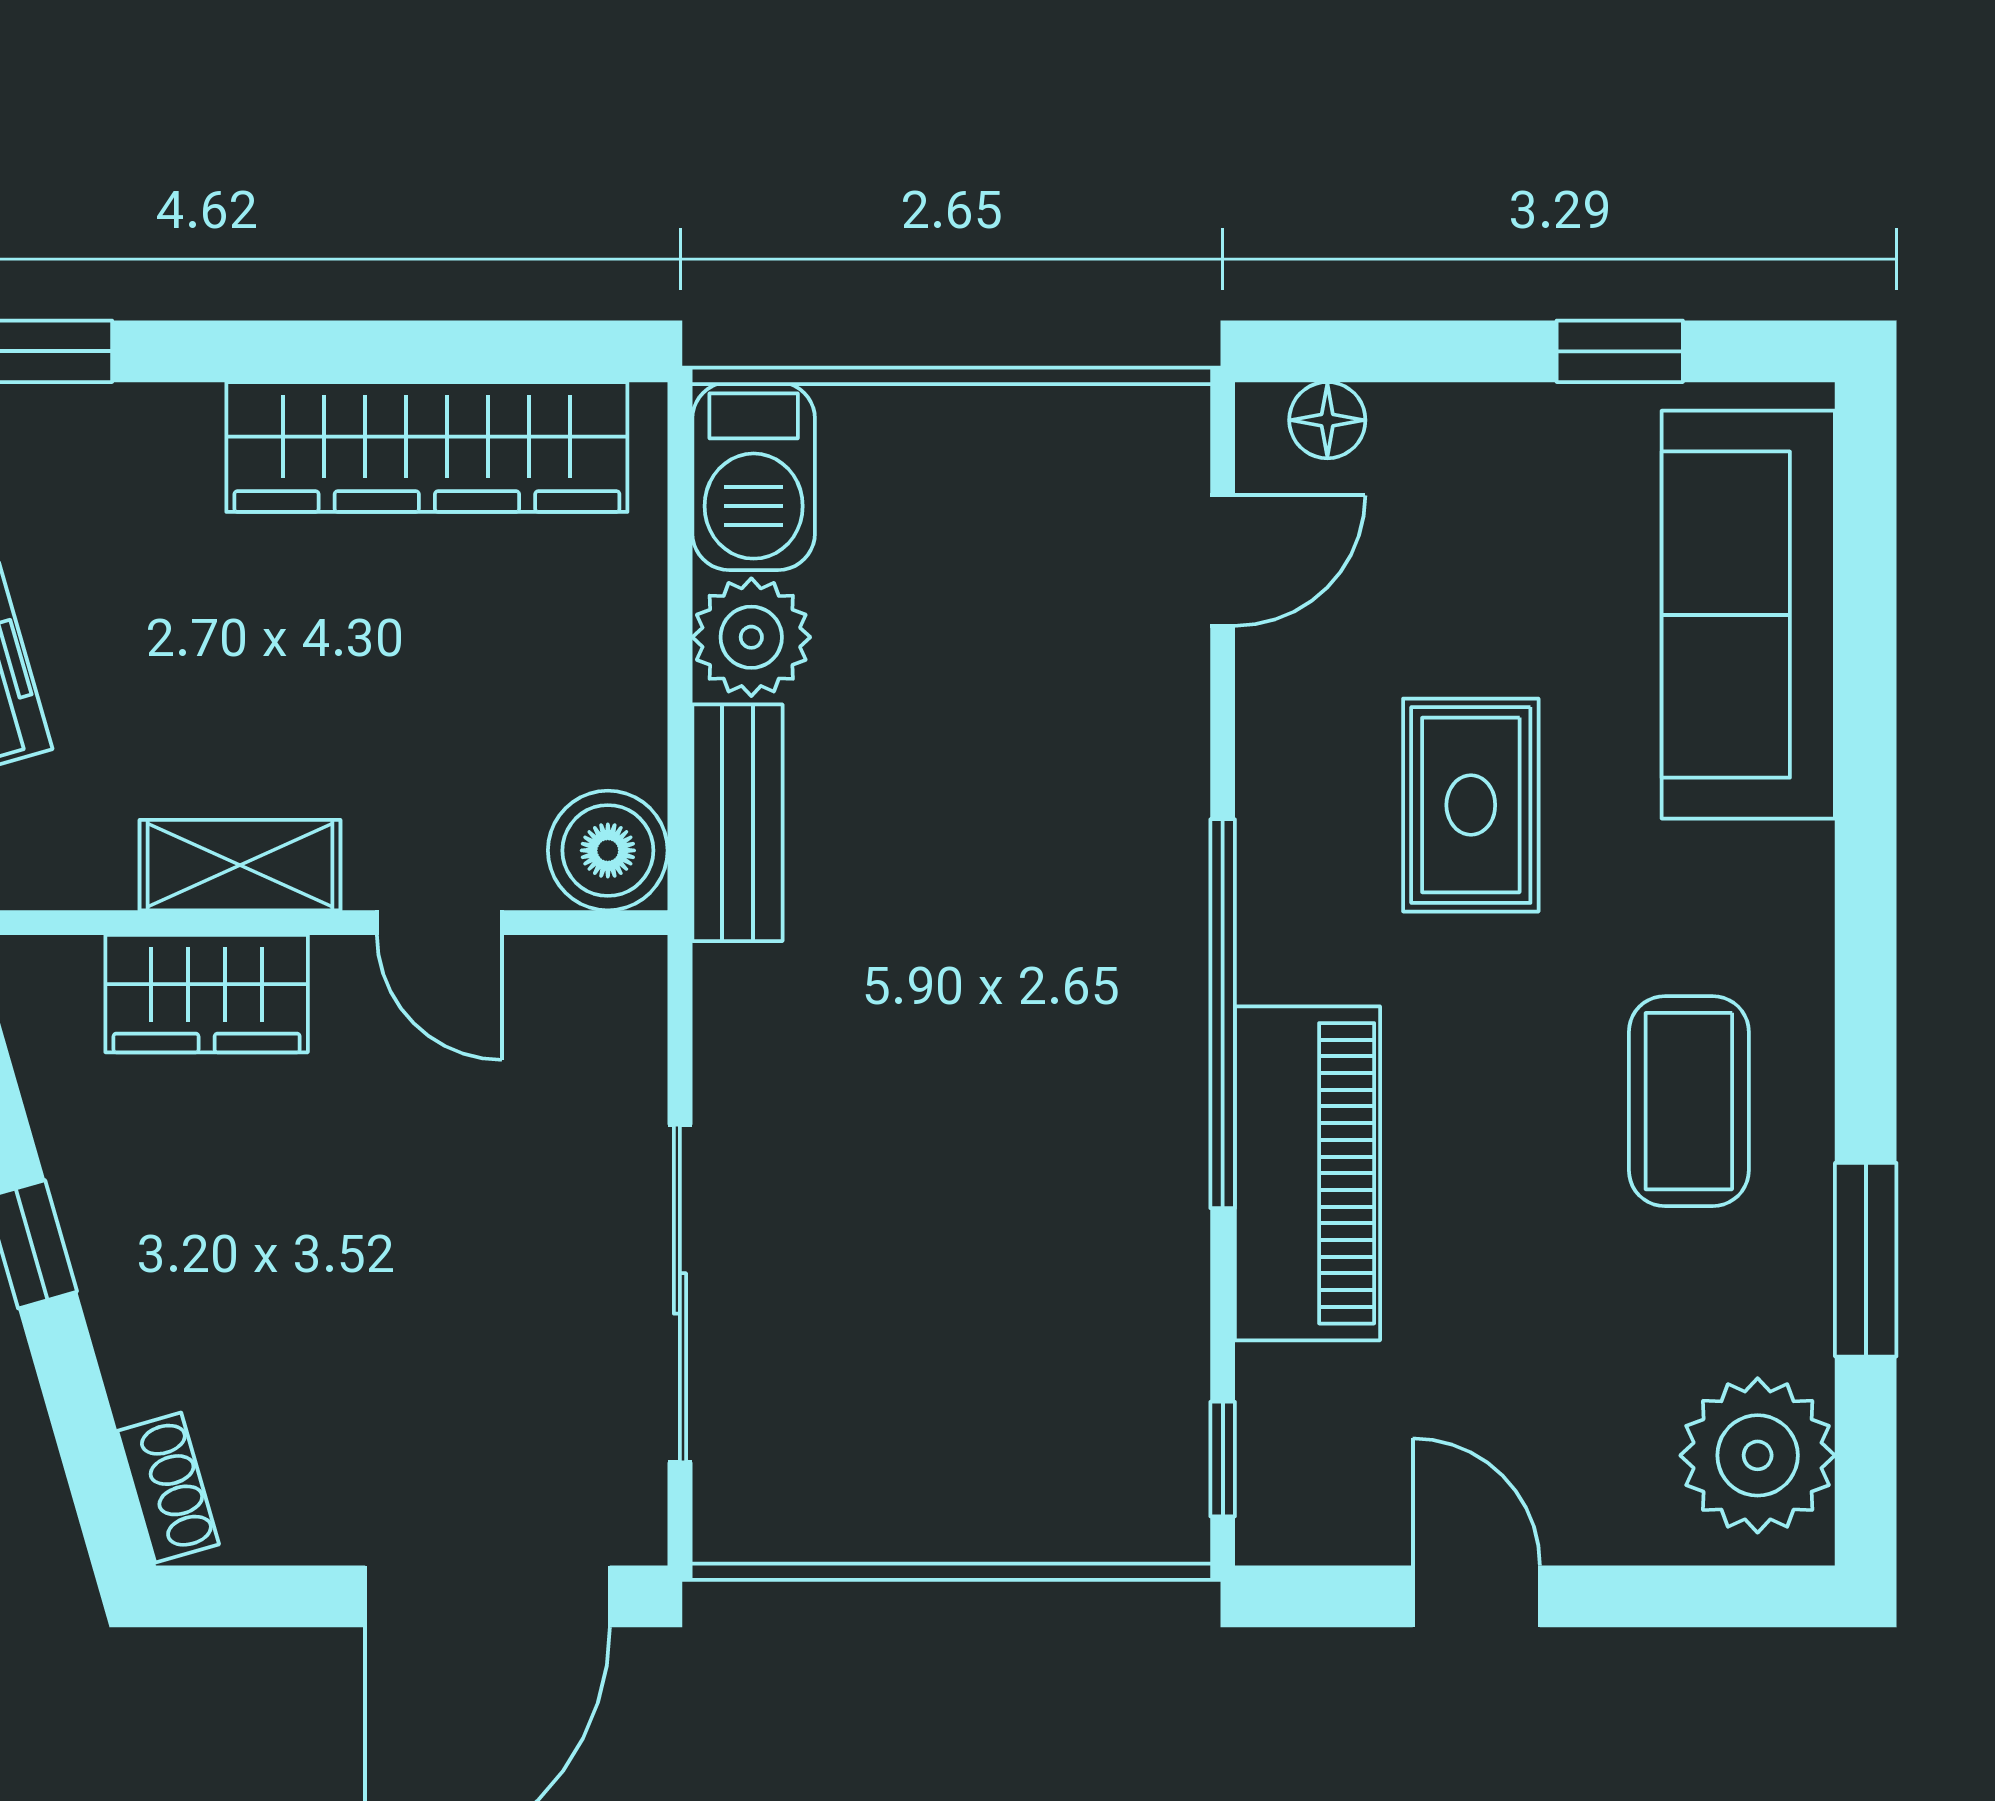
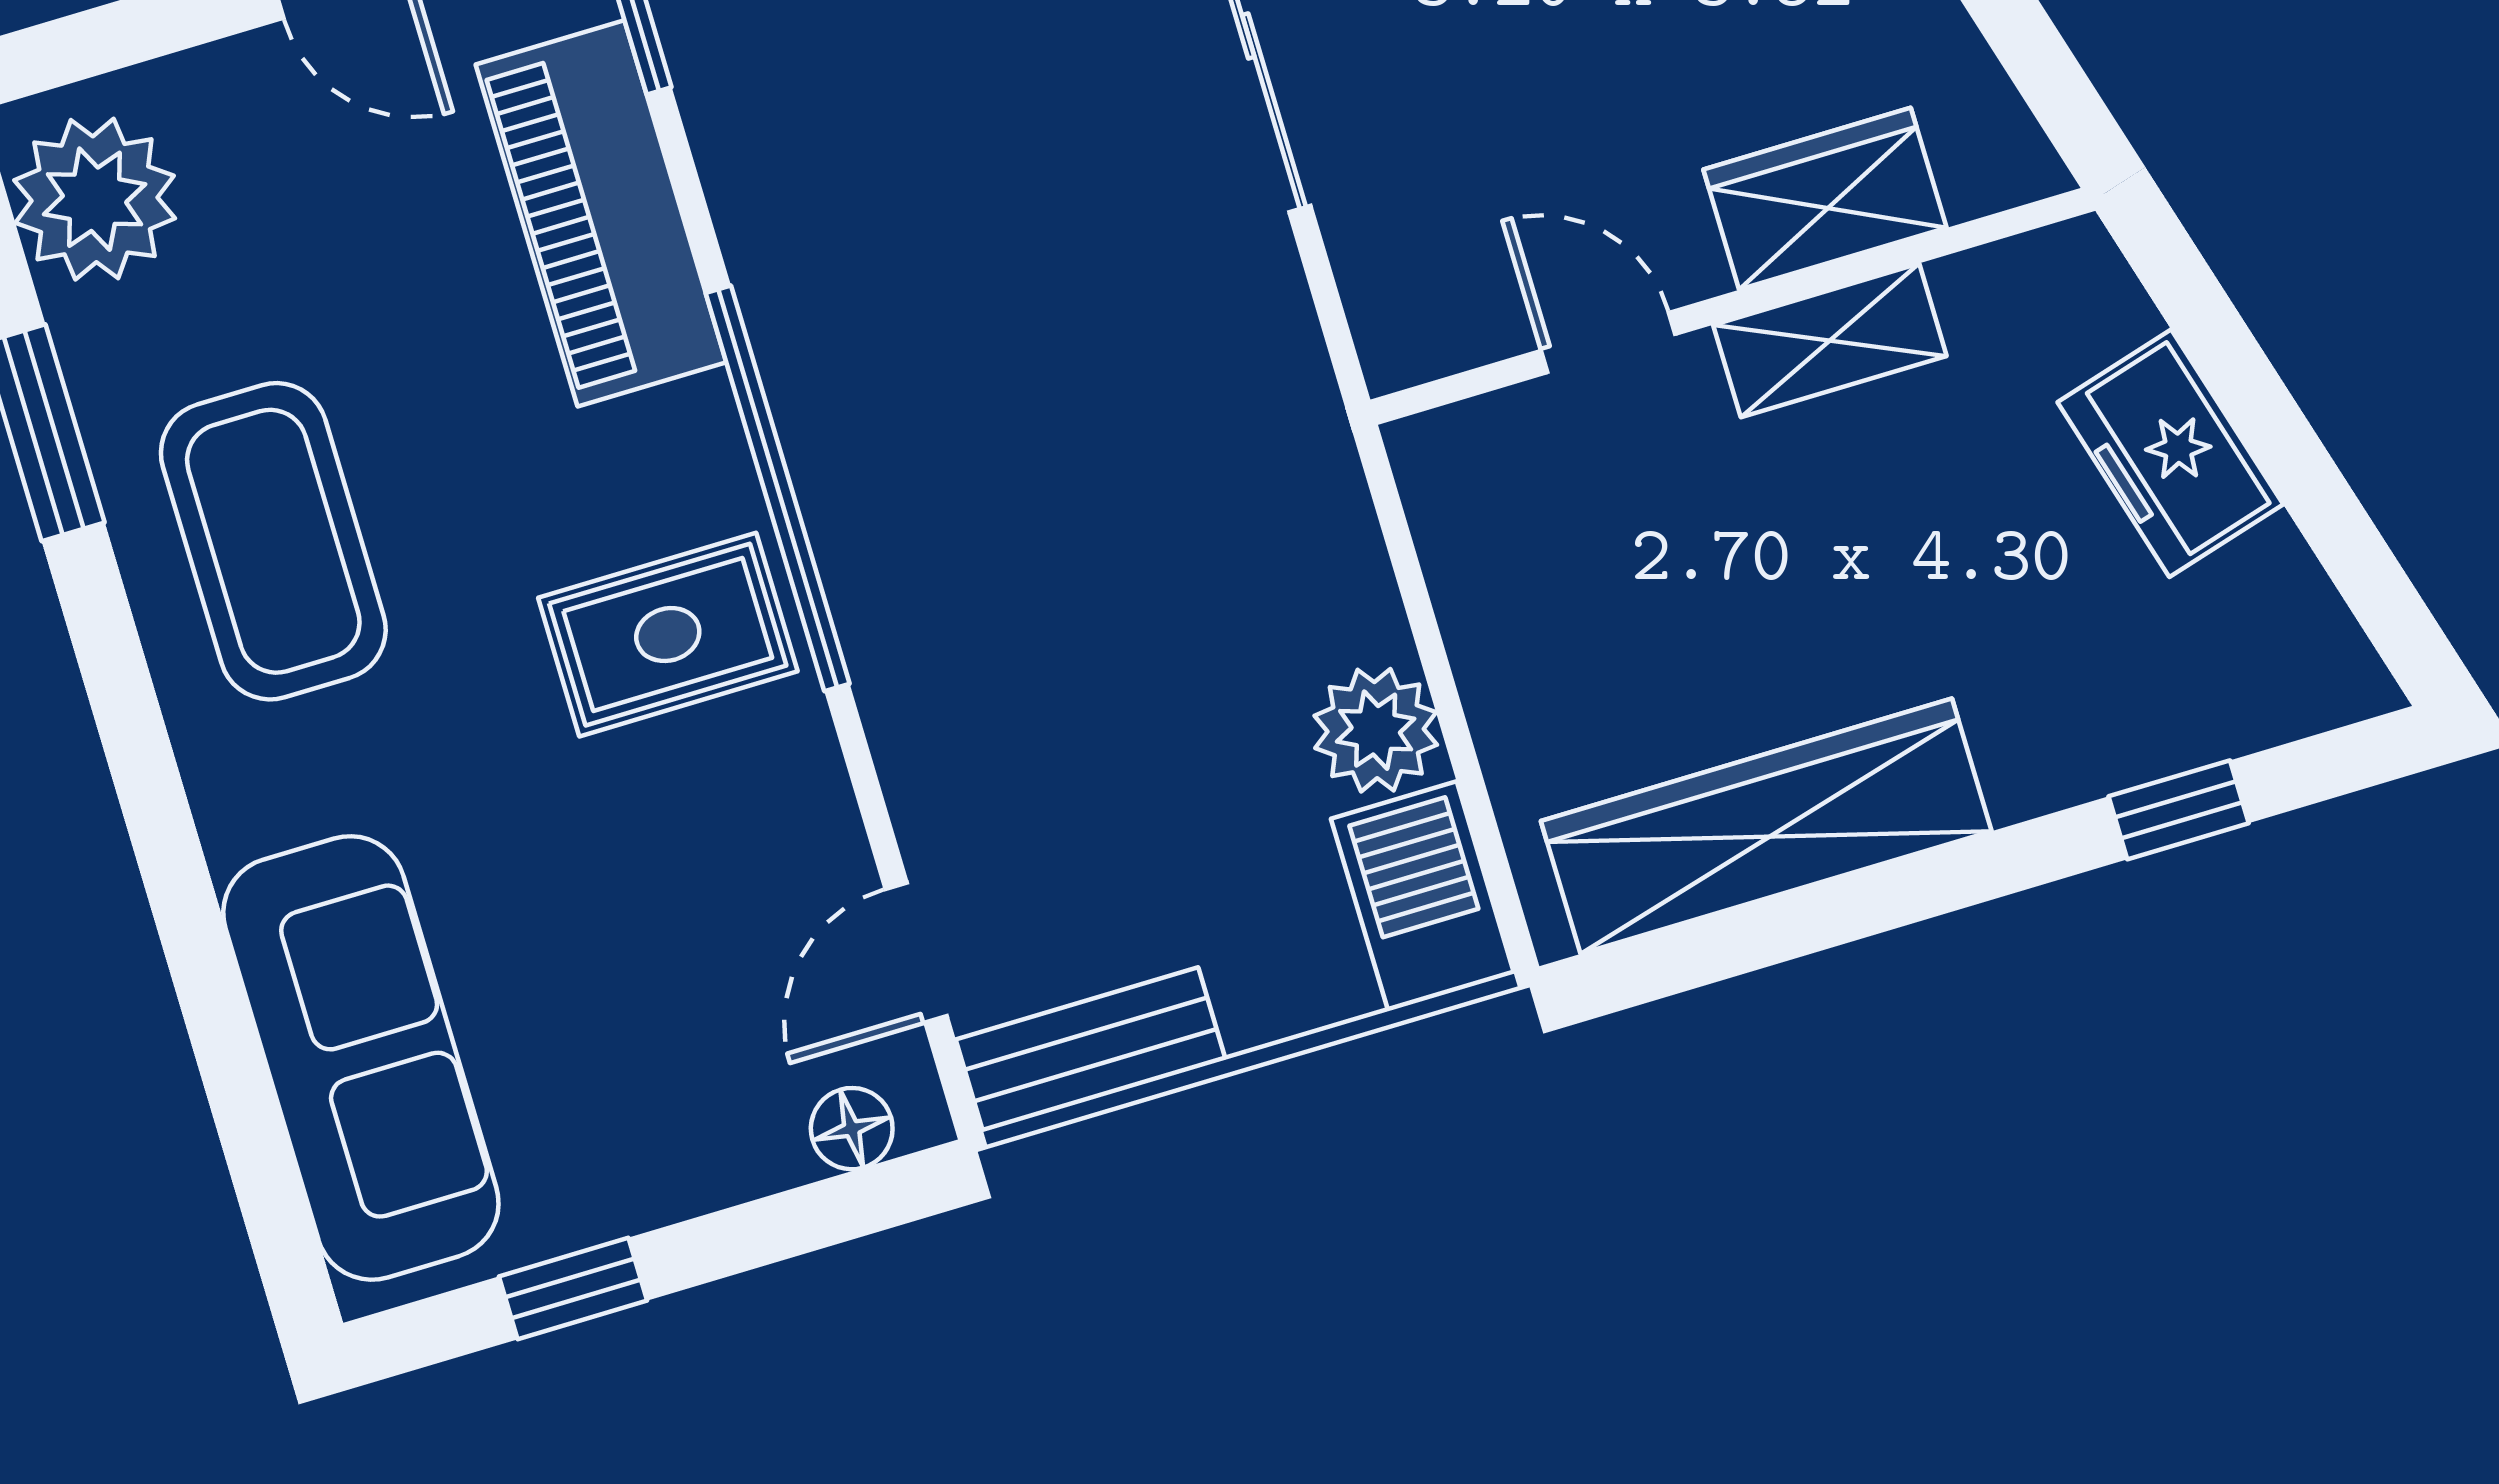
rug: (1471, 805) -> (668, 635), moved, turned 90
bench: (737, 823) -> (1091, 1050), moved, turned 90
boiler: (608, 850) -> (1458, 468), removed
coffee table: (1689, 1101) -> (273, 541), width x1.36, depth x1.32
piano: (1307, 1173) -> (601, 213), moved

